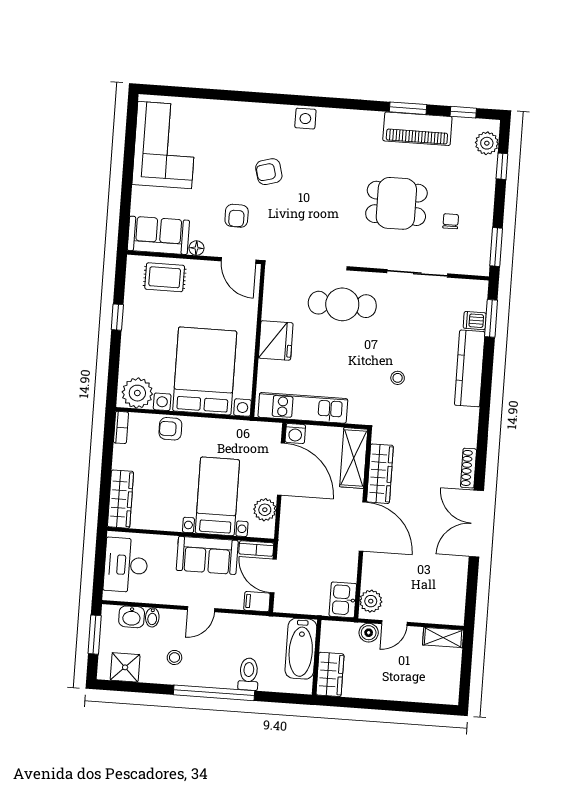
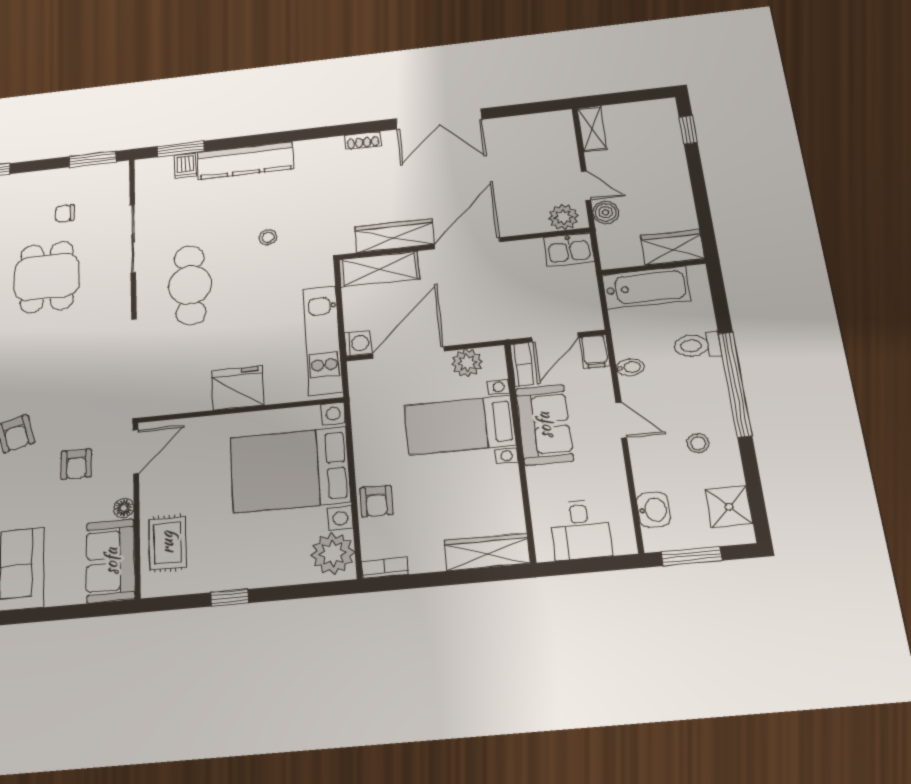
armchair: (237, 216) -> (76, 464), turned 90
cafe table: (342, 304) -> (190, 285), moved
shoe rack: (468, 468) -> (363, 141), width x0.70
desk: (126, 565) -> (580, 529), width x0.73
bidet: (152, 617) -> (630, 367), moved
window: (427, 708) -> (688, 130), added

